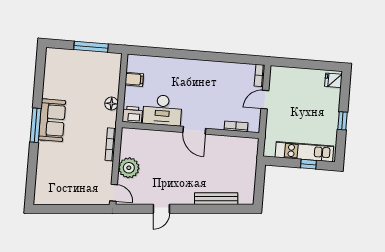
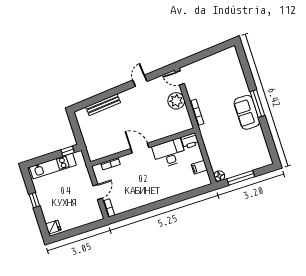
floor lamp: (111, 104) -> (219, 176), moved
window: (308, 164) -> (68, 151), moved

